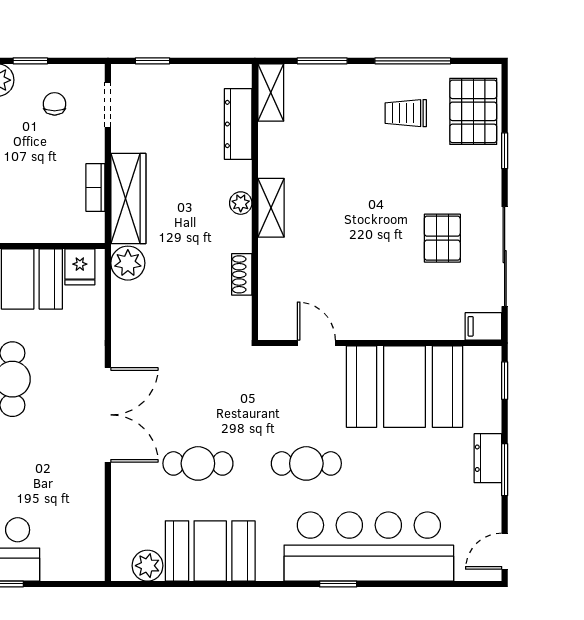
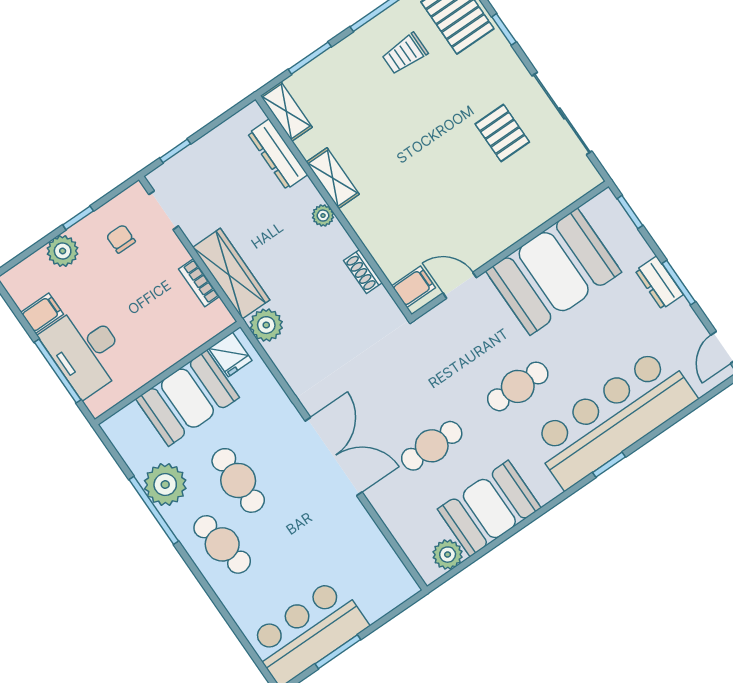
shelving: (271, 208) -> (333, 178), moved
filing cabinet: (483, 326) -> (414, 287), moved, turned 180

